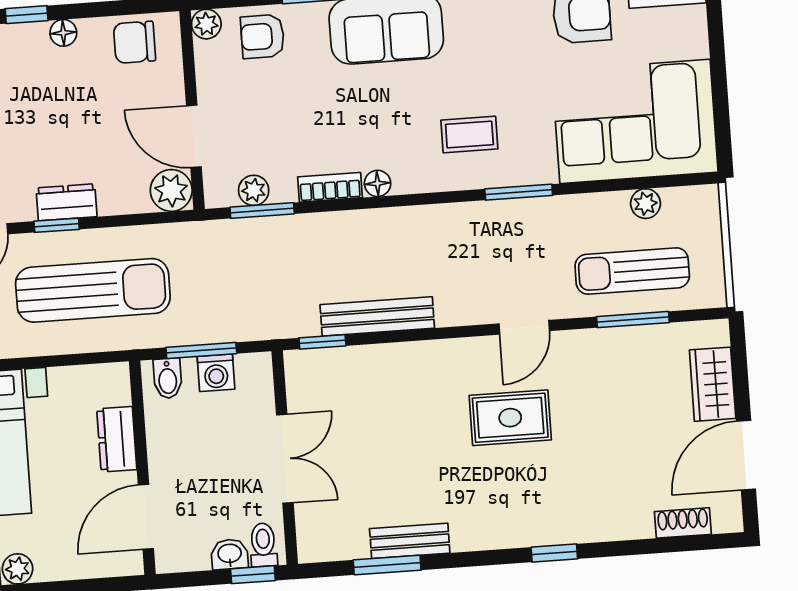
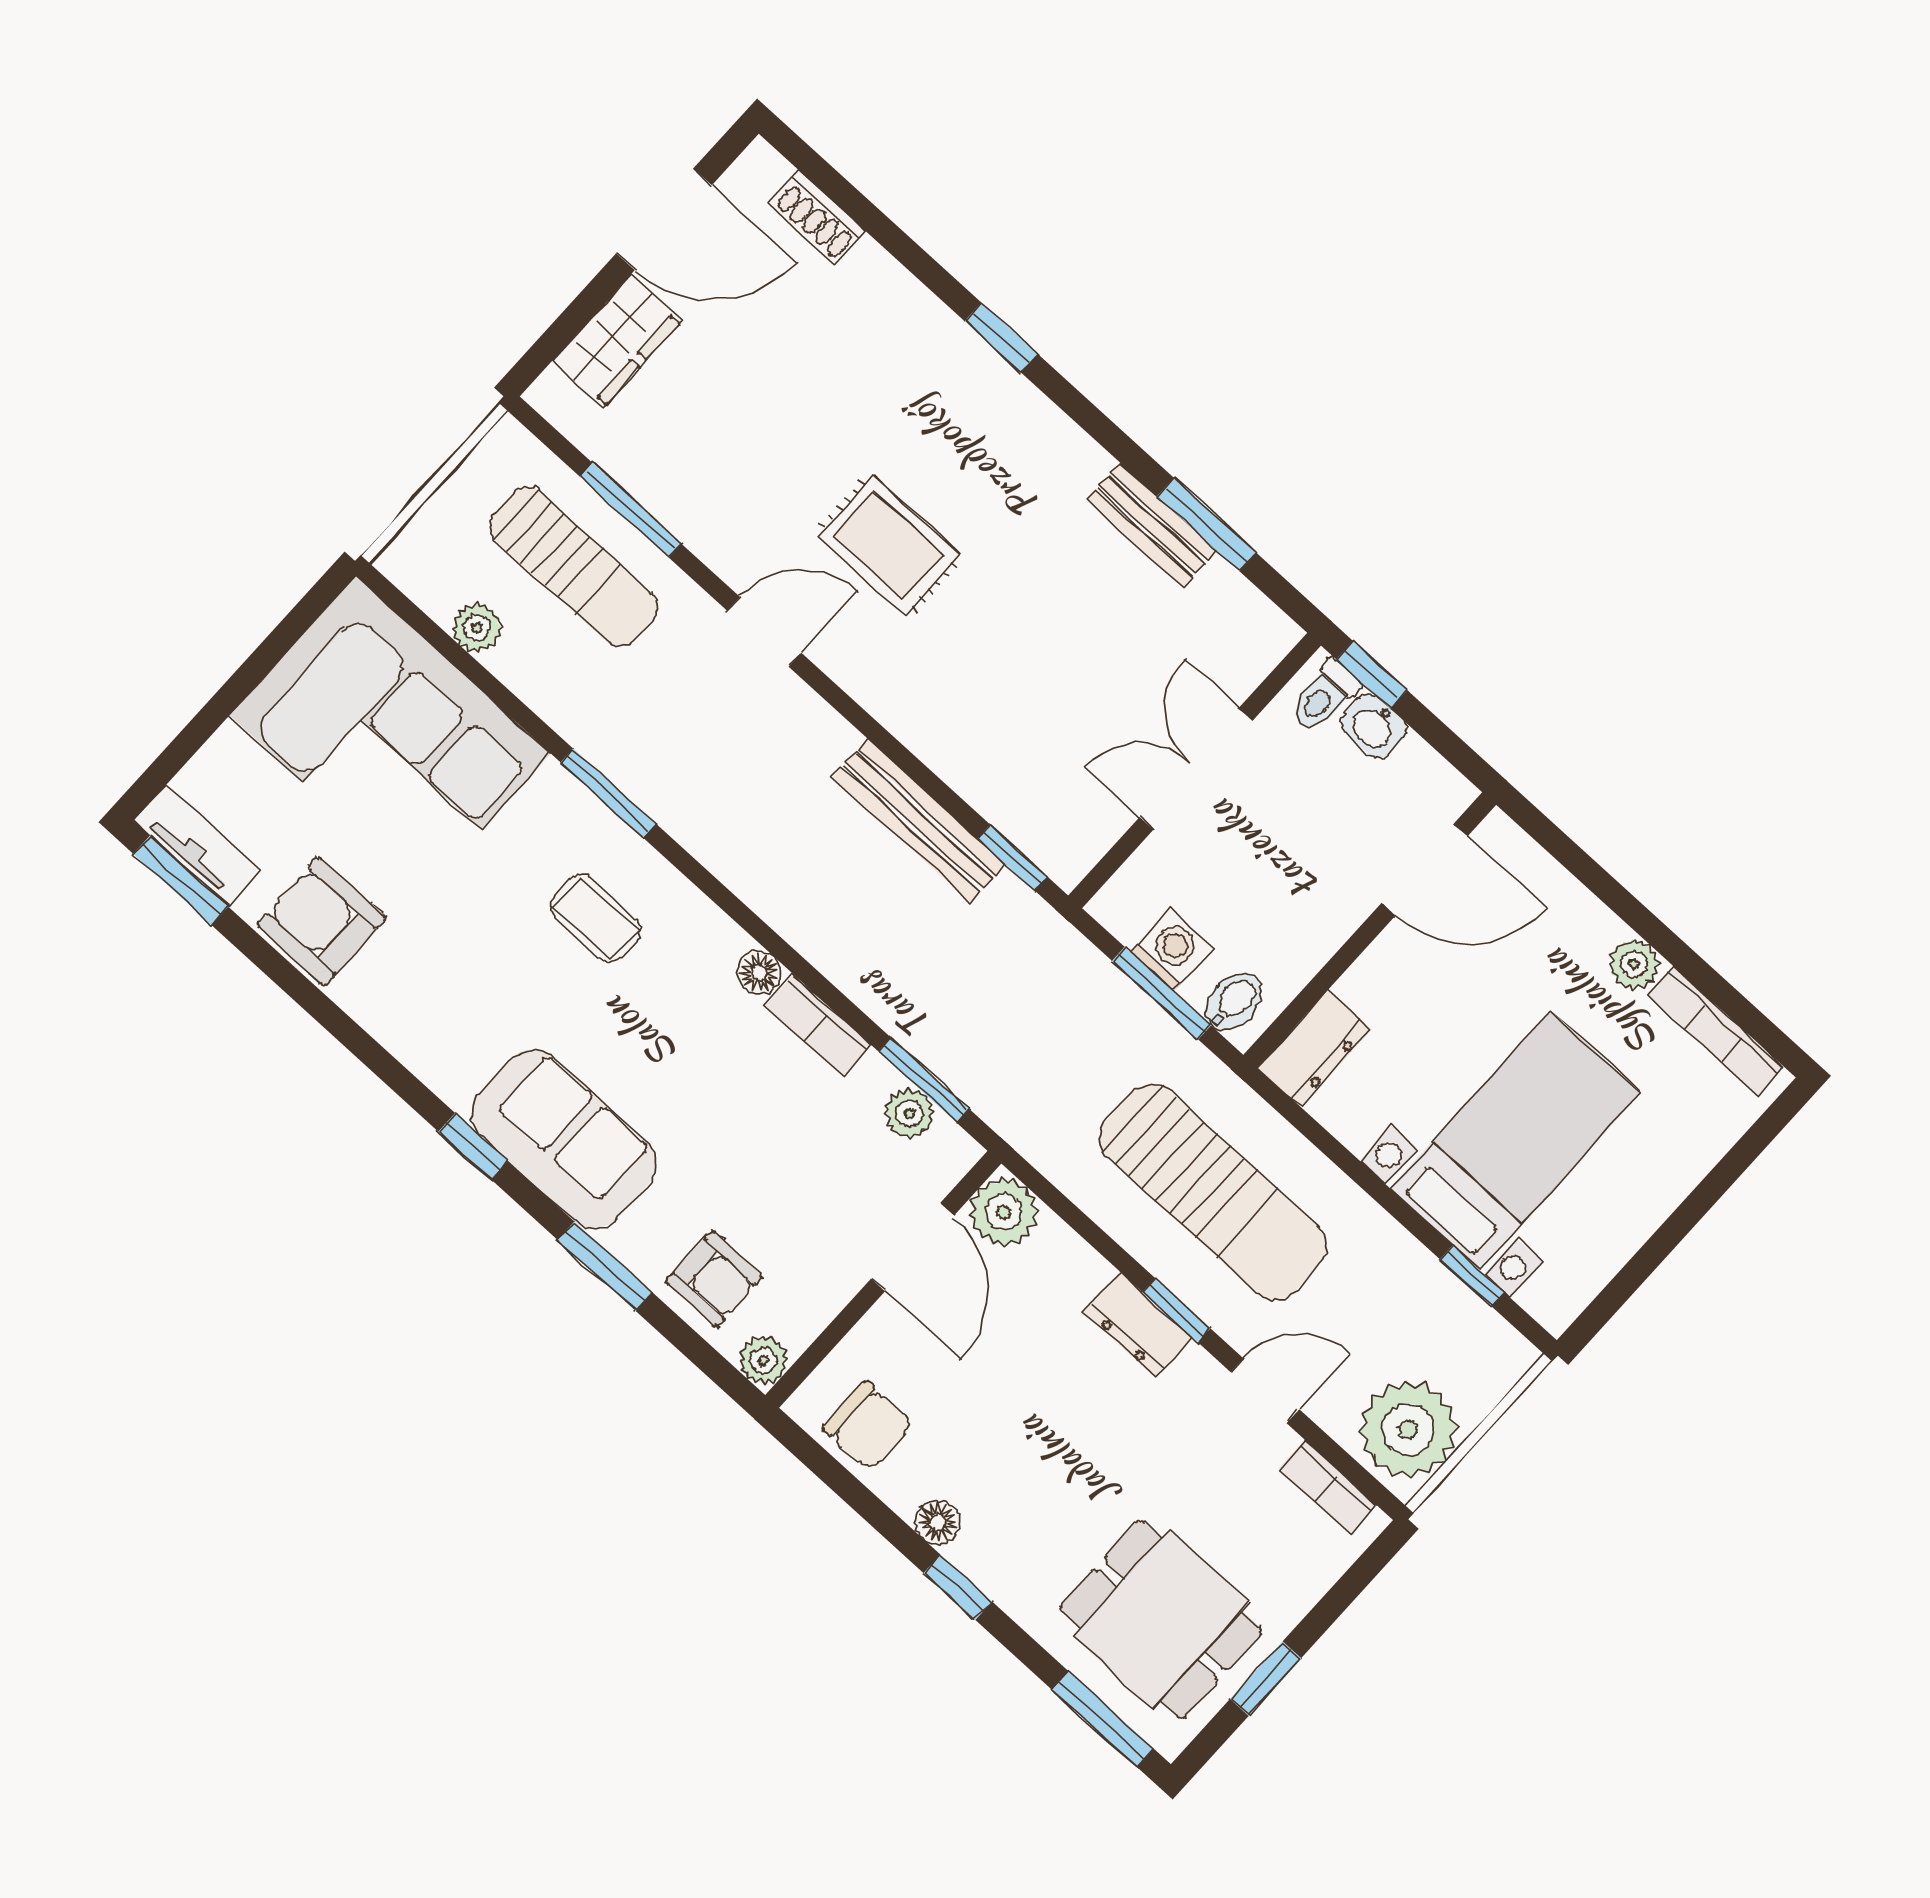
sun lounger: (93, 290) -> (1213, 1192), turned 180
dresser: (117, 439) -> (1314, 1049), moved

